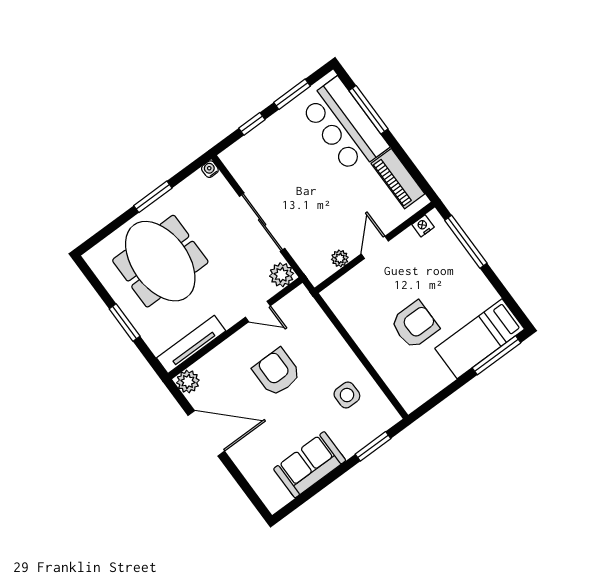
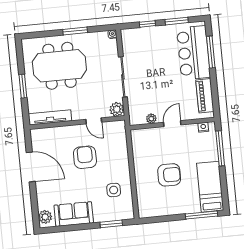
meeting table: (160, 261) -> (59, 66), turned 90
bed: (480, 339) -> (210, 187), moved, turned 90
plant: (188, 382) -> (45, 217), moved

